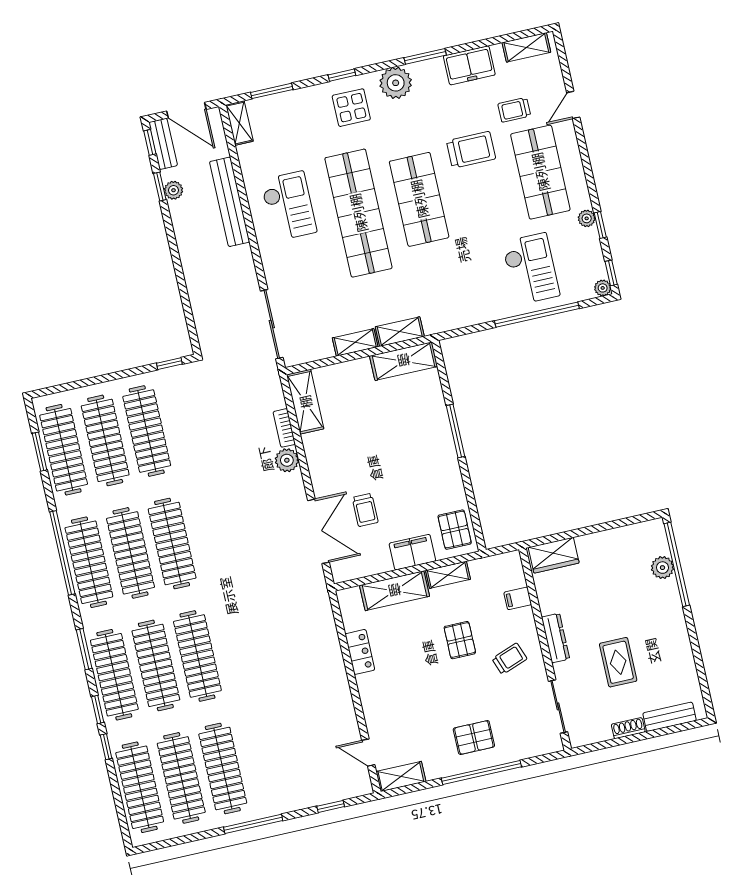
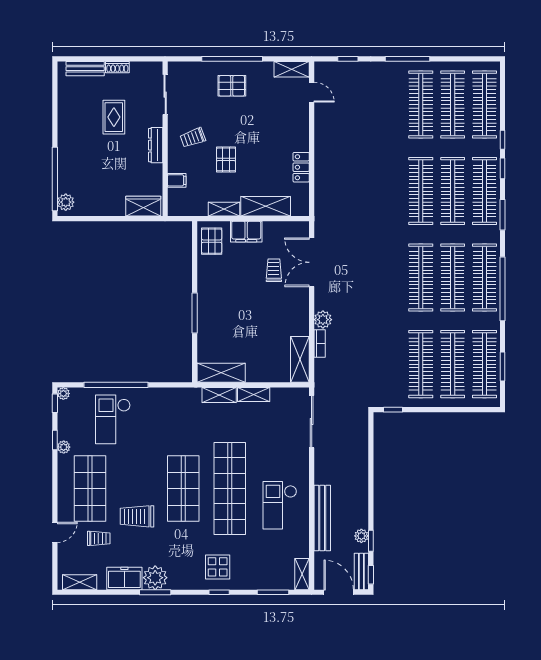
plant: (396, 83) -> (155, 578), moved
plant: (662, 568) -> (66, 202), moved

